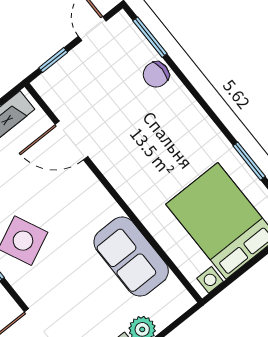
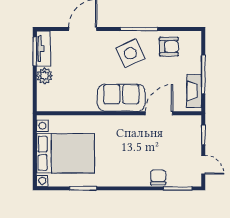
sofa: (131, 257) -> (121, 98), moved

